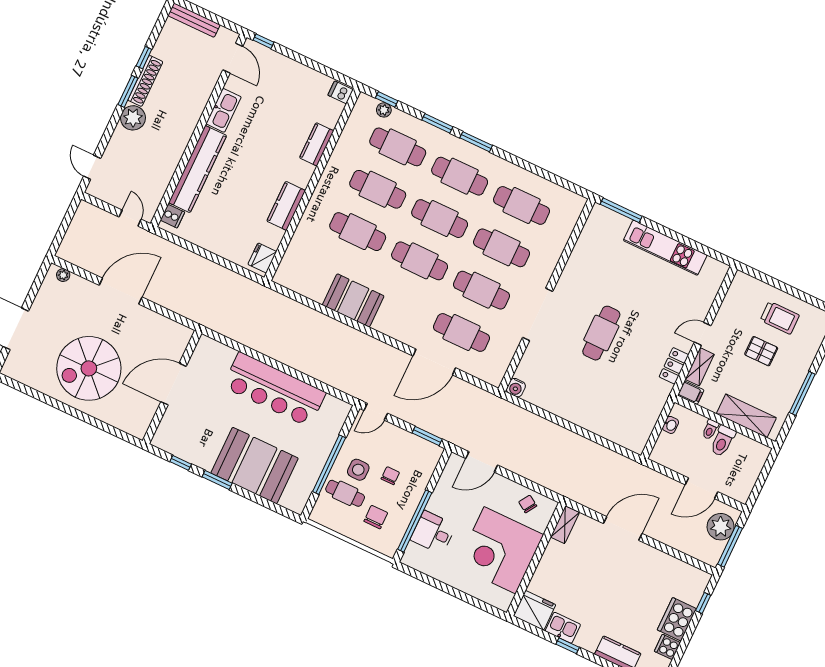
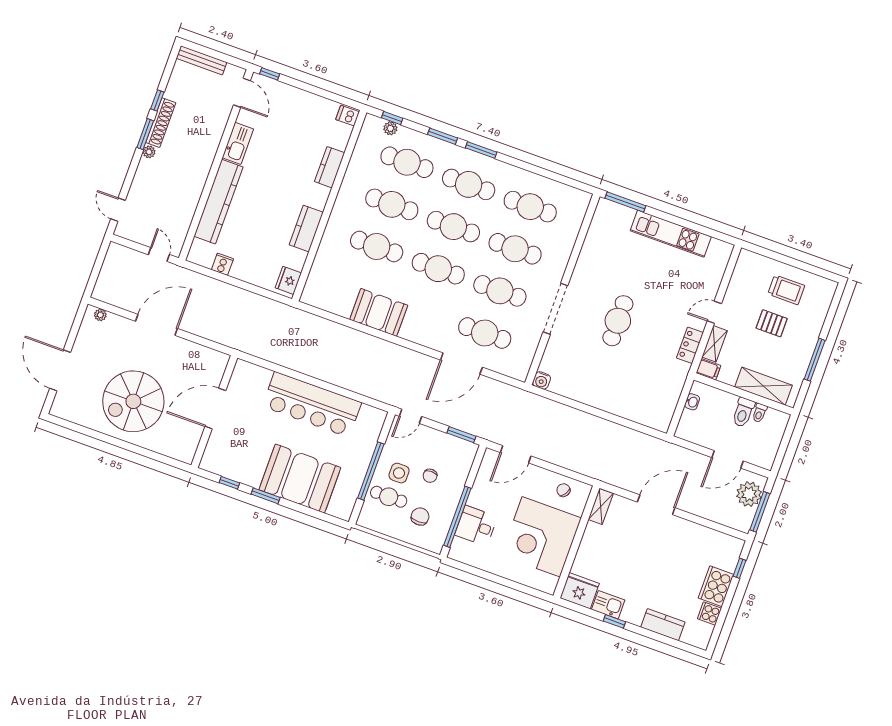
plant: (133, 118) -> (149, 152), width x0.53, depth x0.53
cooker: (172, 216) -> (222, 264), moved, turned -90
toilet: (710, 429) -> (759, 413), moved
chair: (390, 476) -> (430, 476), turned 180

